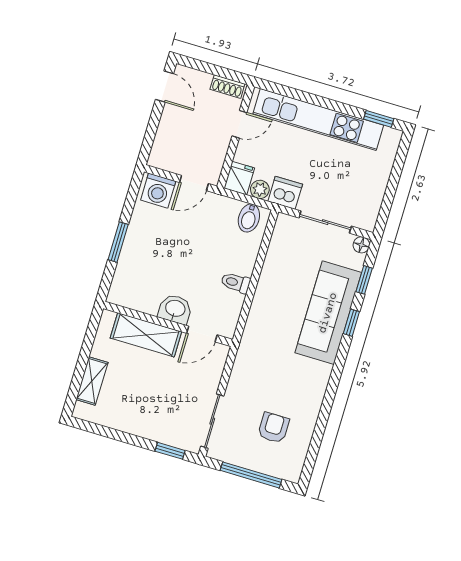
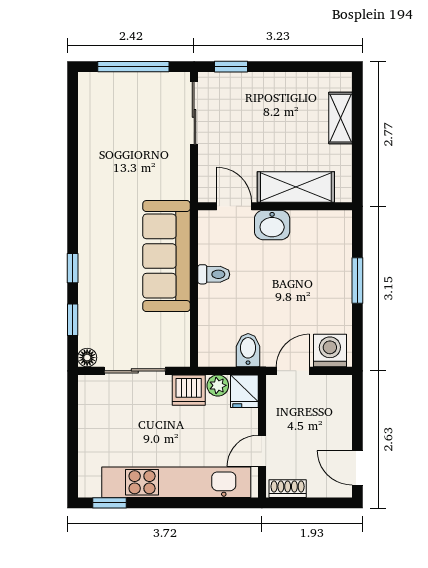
bidet: (249, 218) -> (248, 350), moved
sofa: (328, 313) -> (166, 256), moved, turned 180
door: (202, 334) -> (234, 206), hinge flipped
armchair: (273, 428) -> (124, 126), removed

